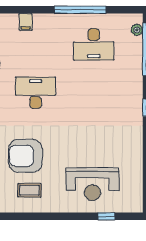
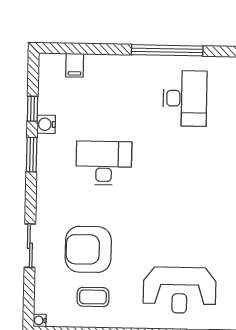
filing cabinet: (26, 22) -> (75, 65), moved
desk: (94, 44) -> (185, 98), turned -90

